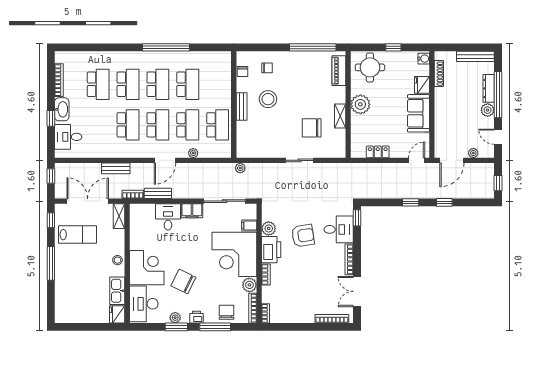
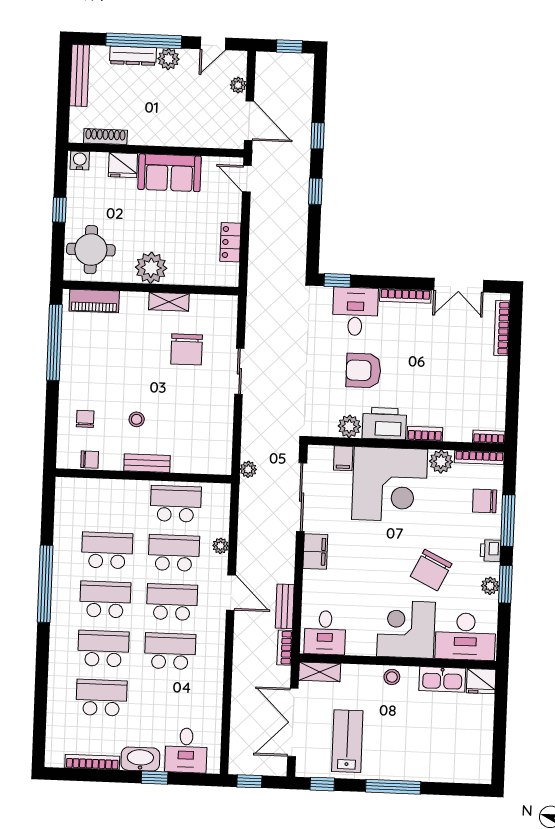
stool: (268, 99) -> (137, 419), width x0.53, depth x0.53
bench: (116, 168) -> (241, 674), removed
desk: (168, 217) -> (325, 633), moved, turned -90
armchair: (303, 236) -> (363, 371), turned -81

